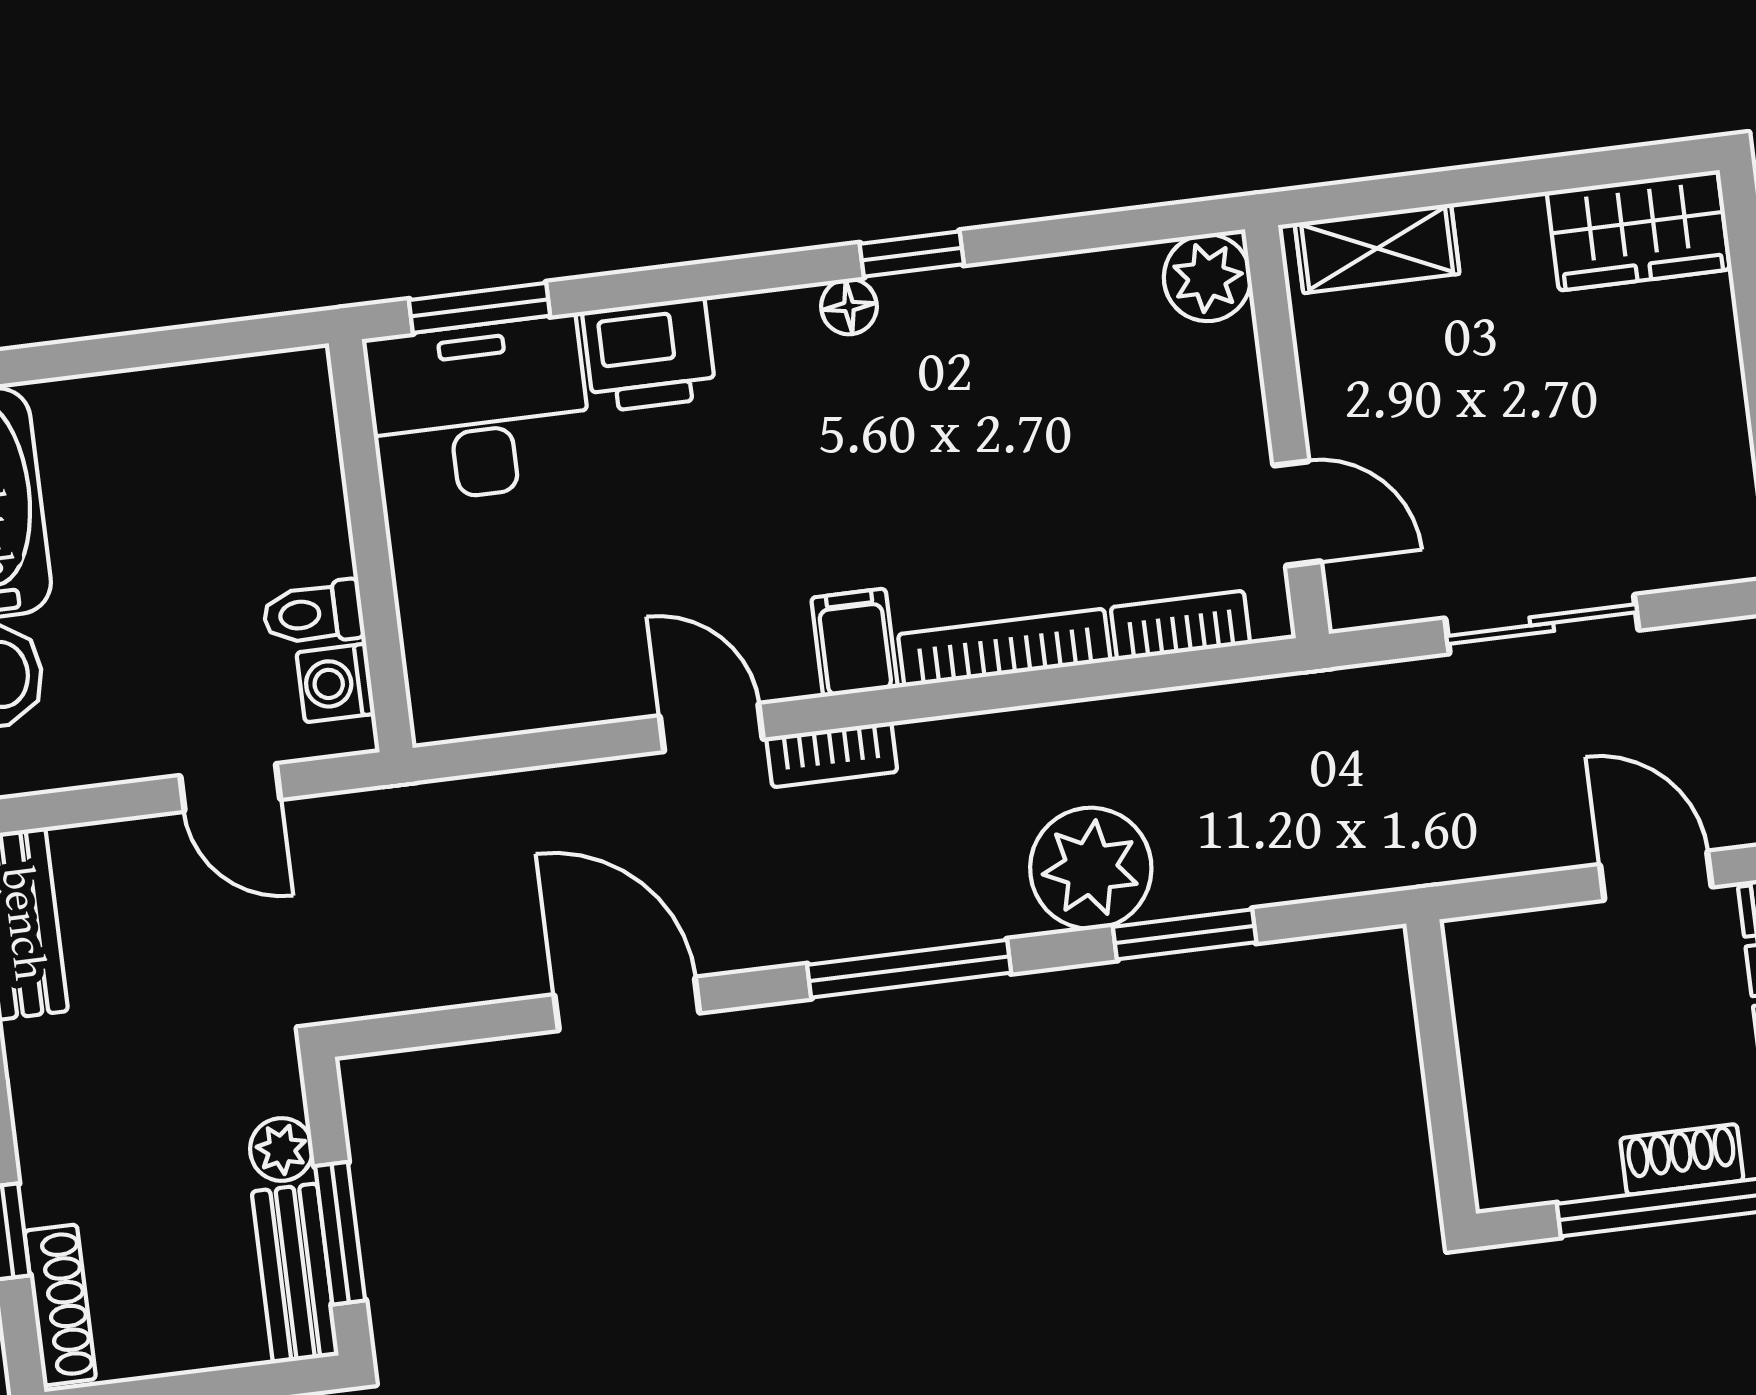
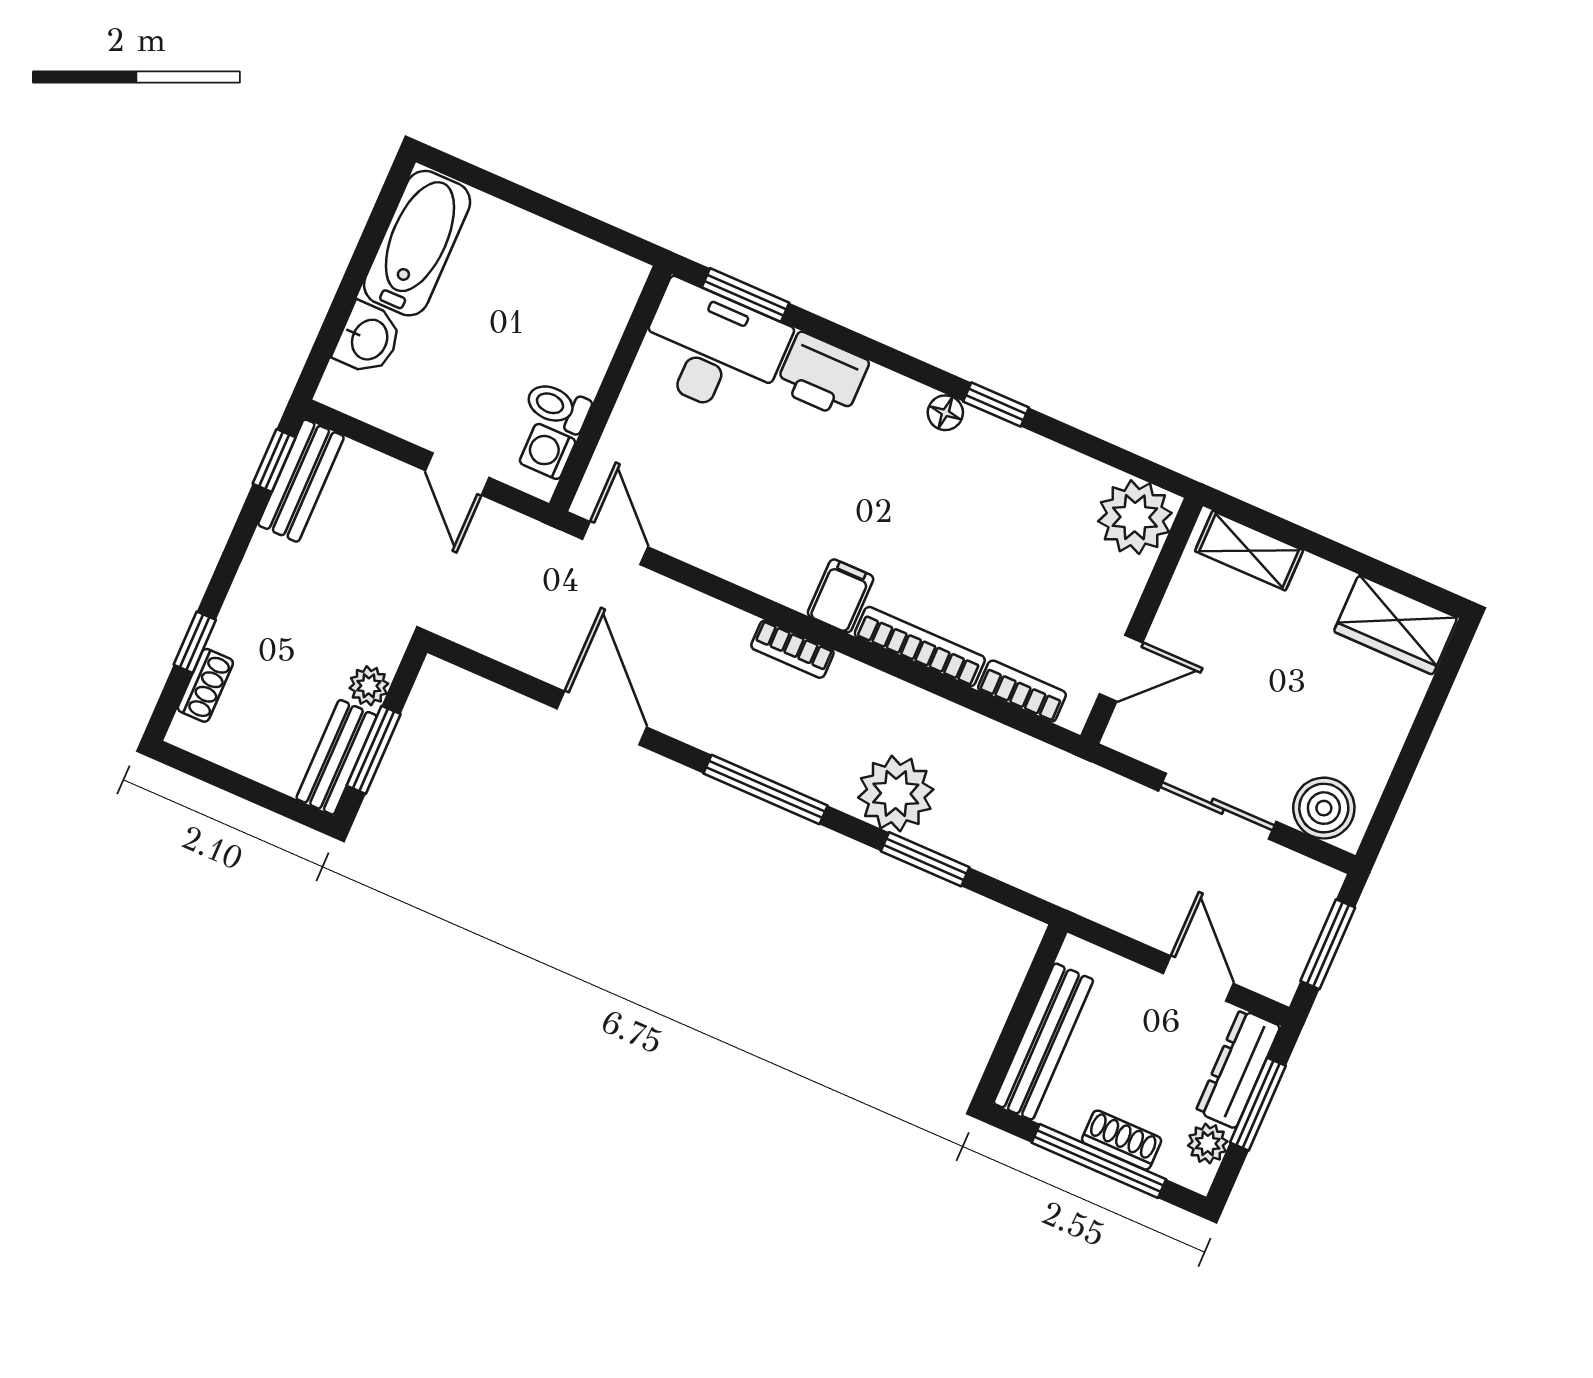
plant: (1207, 278) -> (1135, 517), width x1.36, depth x1.36
door: (1297, 513) -> (1121, 668), hinge flipped
boiler: (1689, 540) -> (1324, 808), added
door: (711, 728) -> (615, 543), moved
bench: (1495, 1088) -> (1043, 1042), added
shoe rack: (60, 1305) -> (205, 685), width x0.70

